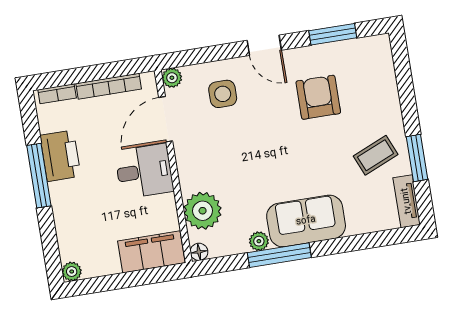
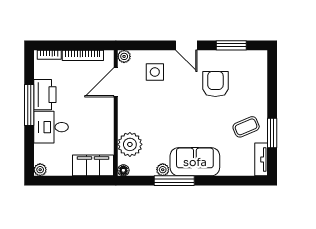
desk: (144, 171) -> (51, 127), moved, turned 180

